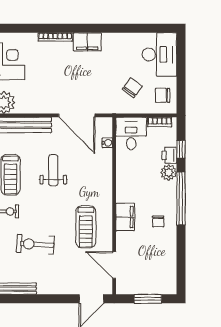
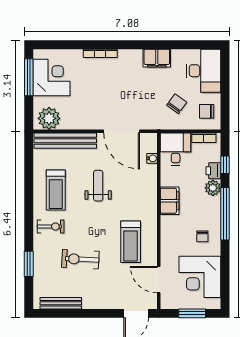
filing cabinet: (87, 42) -> (157, 58), moved
filing cabinet: (125, 217) -> (170, 201), moved
corner desk: (156, 262) -> (200, 277), added

